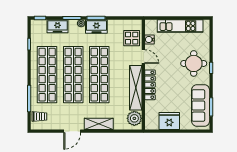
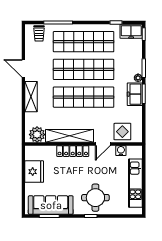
freezer: (58, 26) -> (131, 31), moved, turned -90

